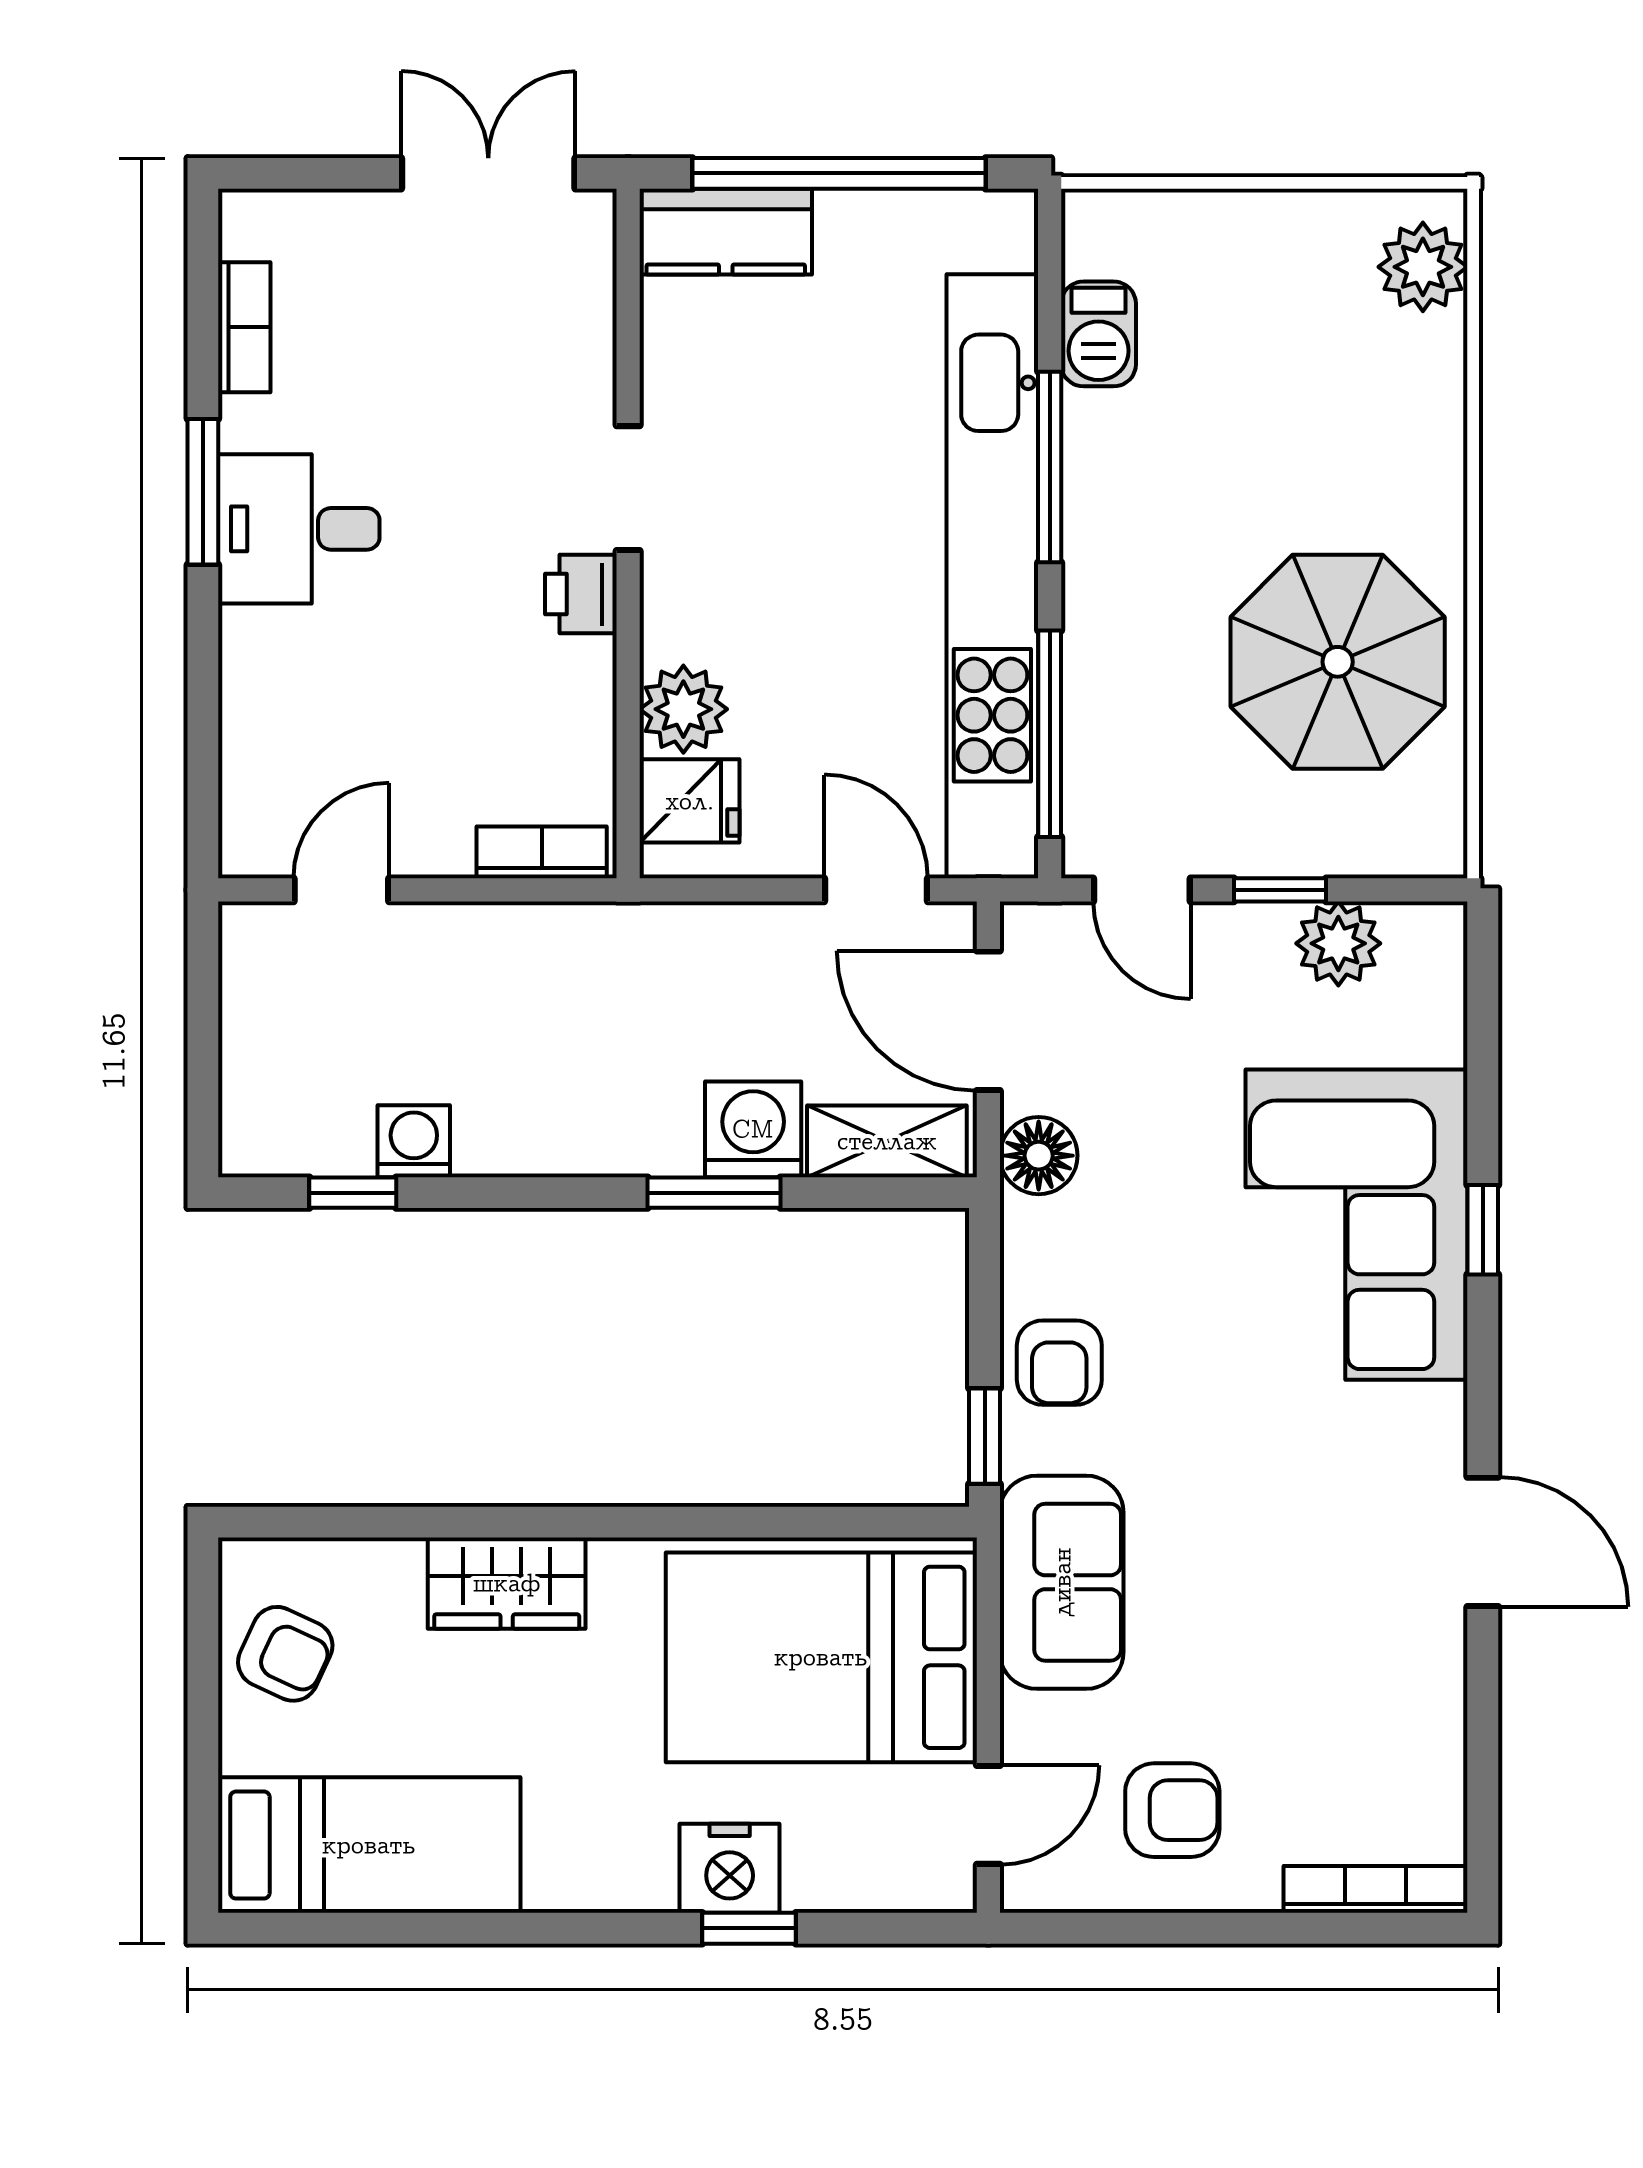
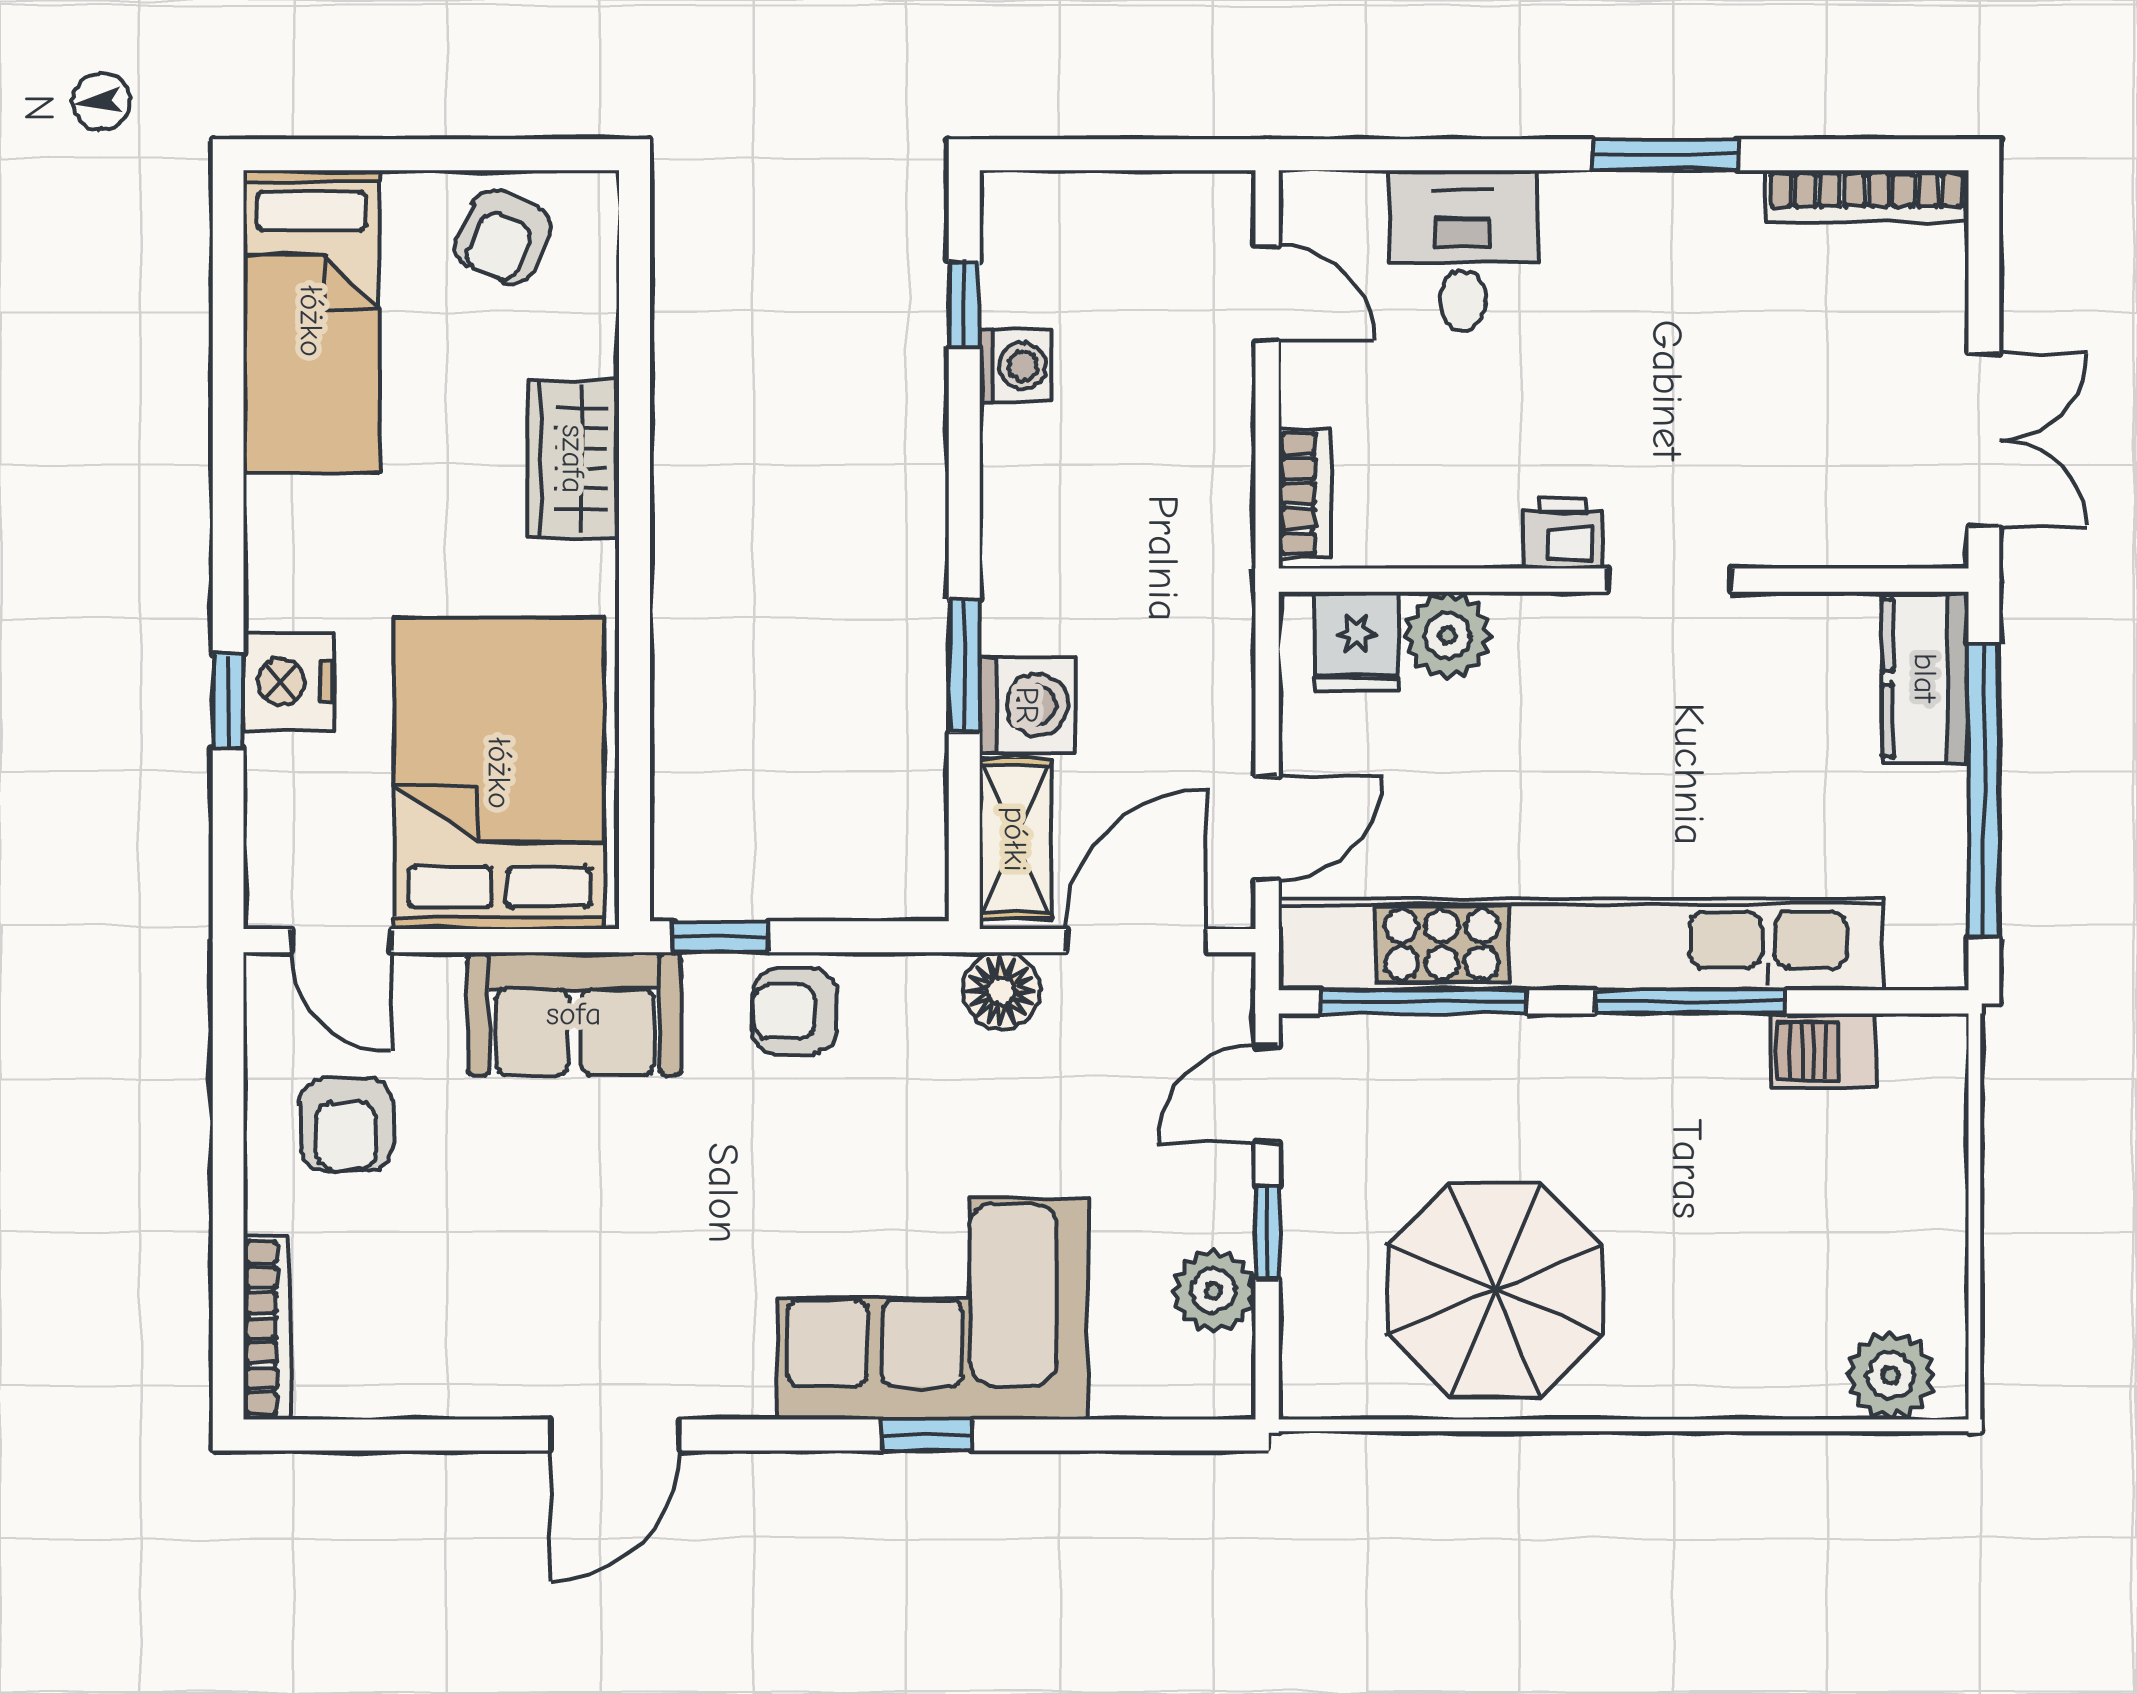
bookcase: (244, 327) -> (1867, 196), width x1.56
desk: (299, 529) -> (1463, 251), moved

